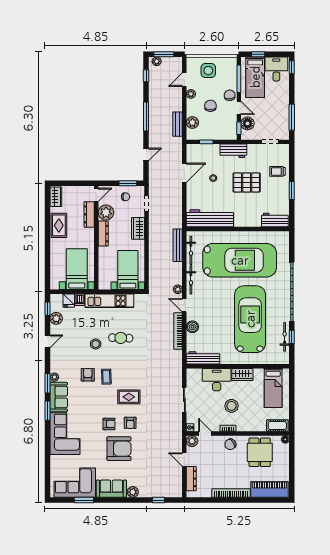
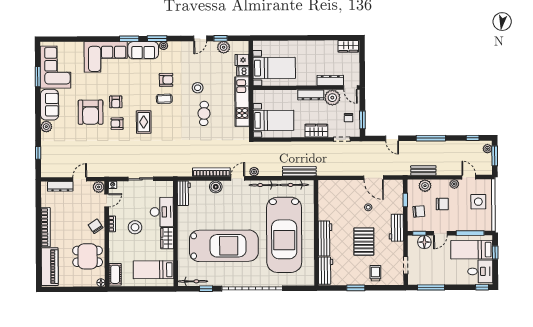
chair: (230, 95) -> (419, 211), moved
workbench: (210, 218) -> (325, 238), moved, width x0.73, depth x0.76
rug: (59, 225) -> (319, 49), removed
window: (47, 309) -> (221, 38), moved
bicycle: (285, 337) -> (193, 281), moved
door: (47, 341) -> (200, 38), hinge flipped
workbench: (203, 358) -> (184, 193), width x0.73

